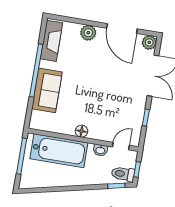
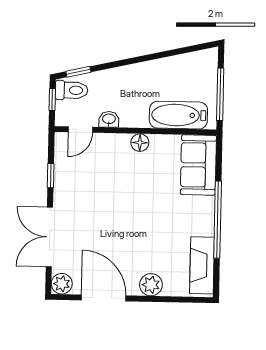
sofa: (47, 90) -> (198, 165), moved
bathtub: (59, 151) -> (178, 115), width x0.73, depth x0.73

